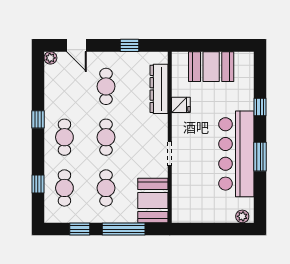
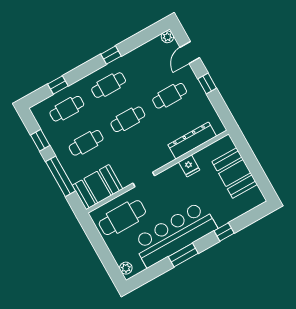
window: (129, 45) -> (207, 84), moved
cafe table: (194, 193) -> (122, 218), added

